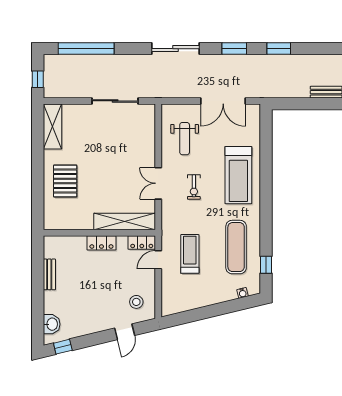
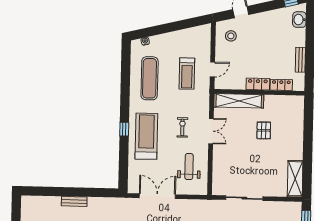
pallet: (65, 181) -> (264, 130), moved, width x0.67, depth x0.71
locker: (142, 243) -> (281, 85), moved
window: (266, 265) -> (124, 129), moved

